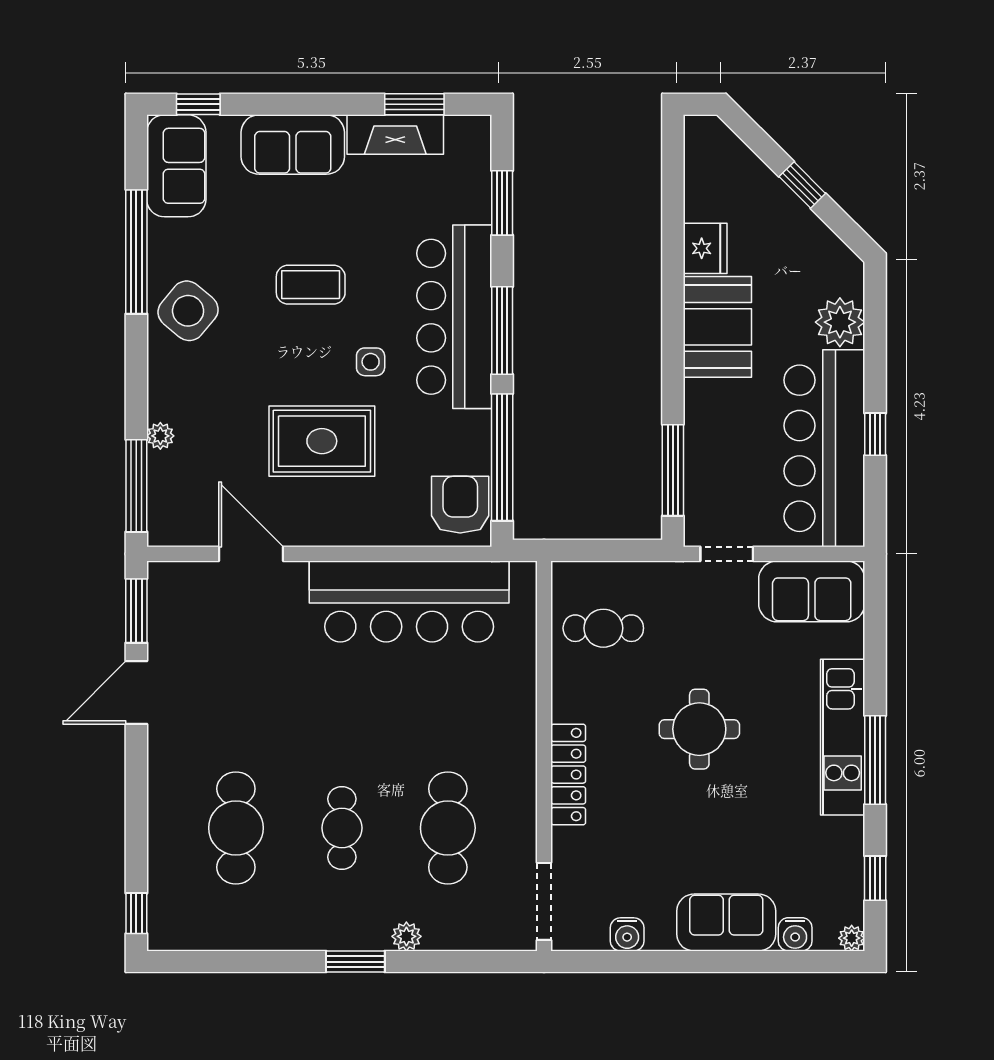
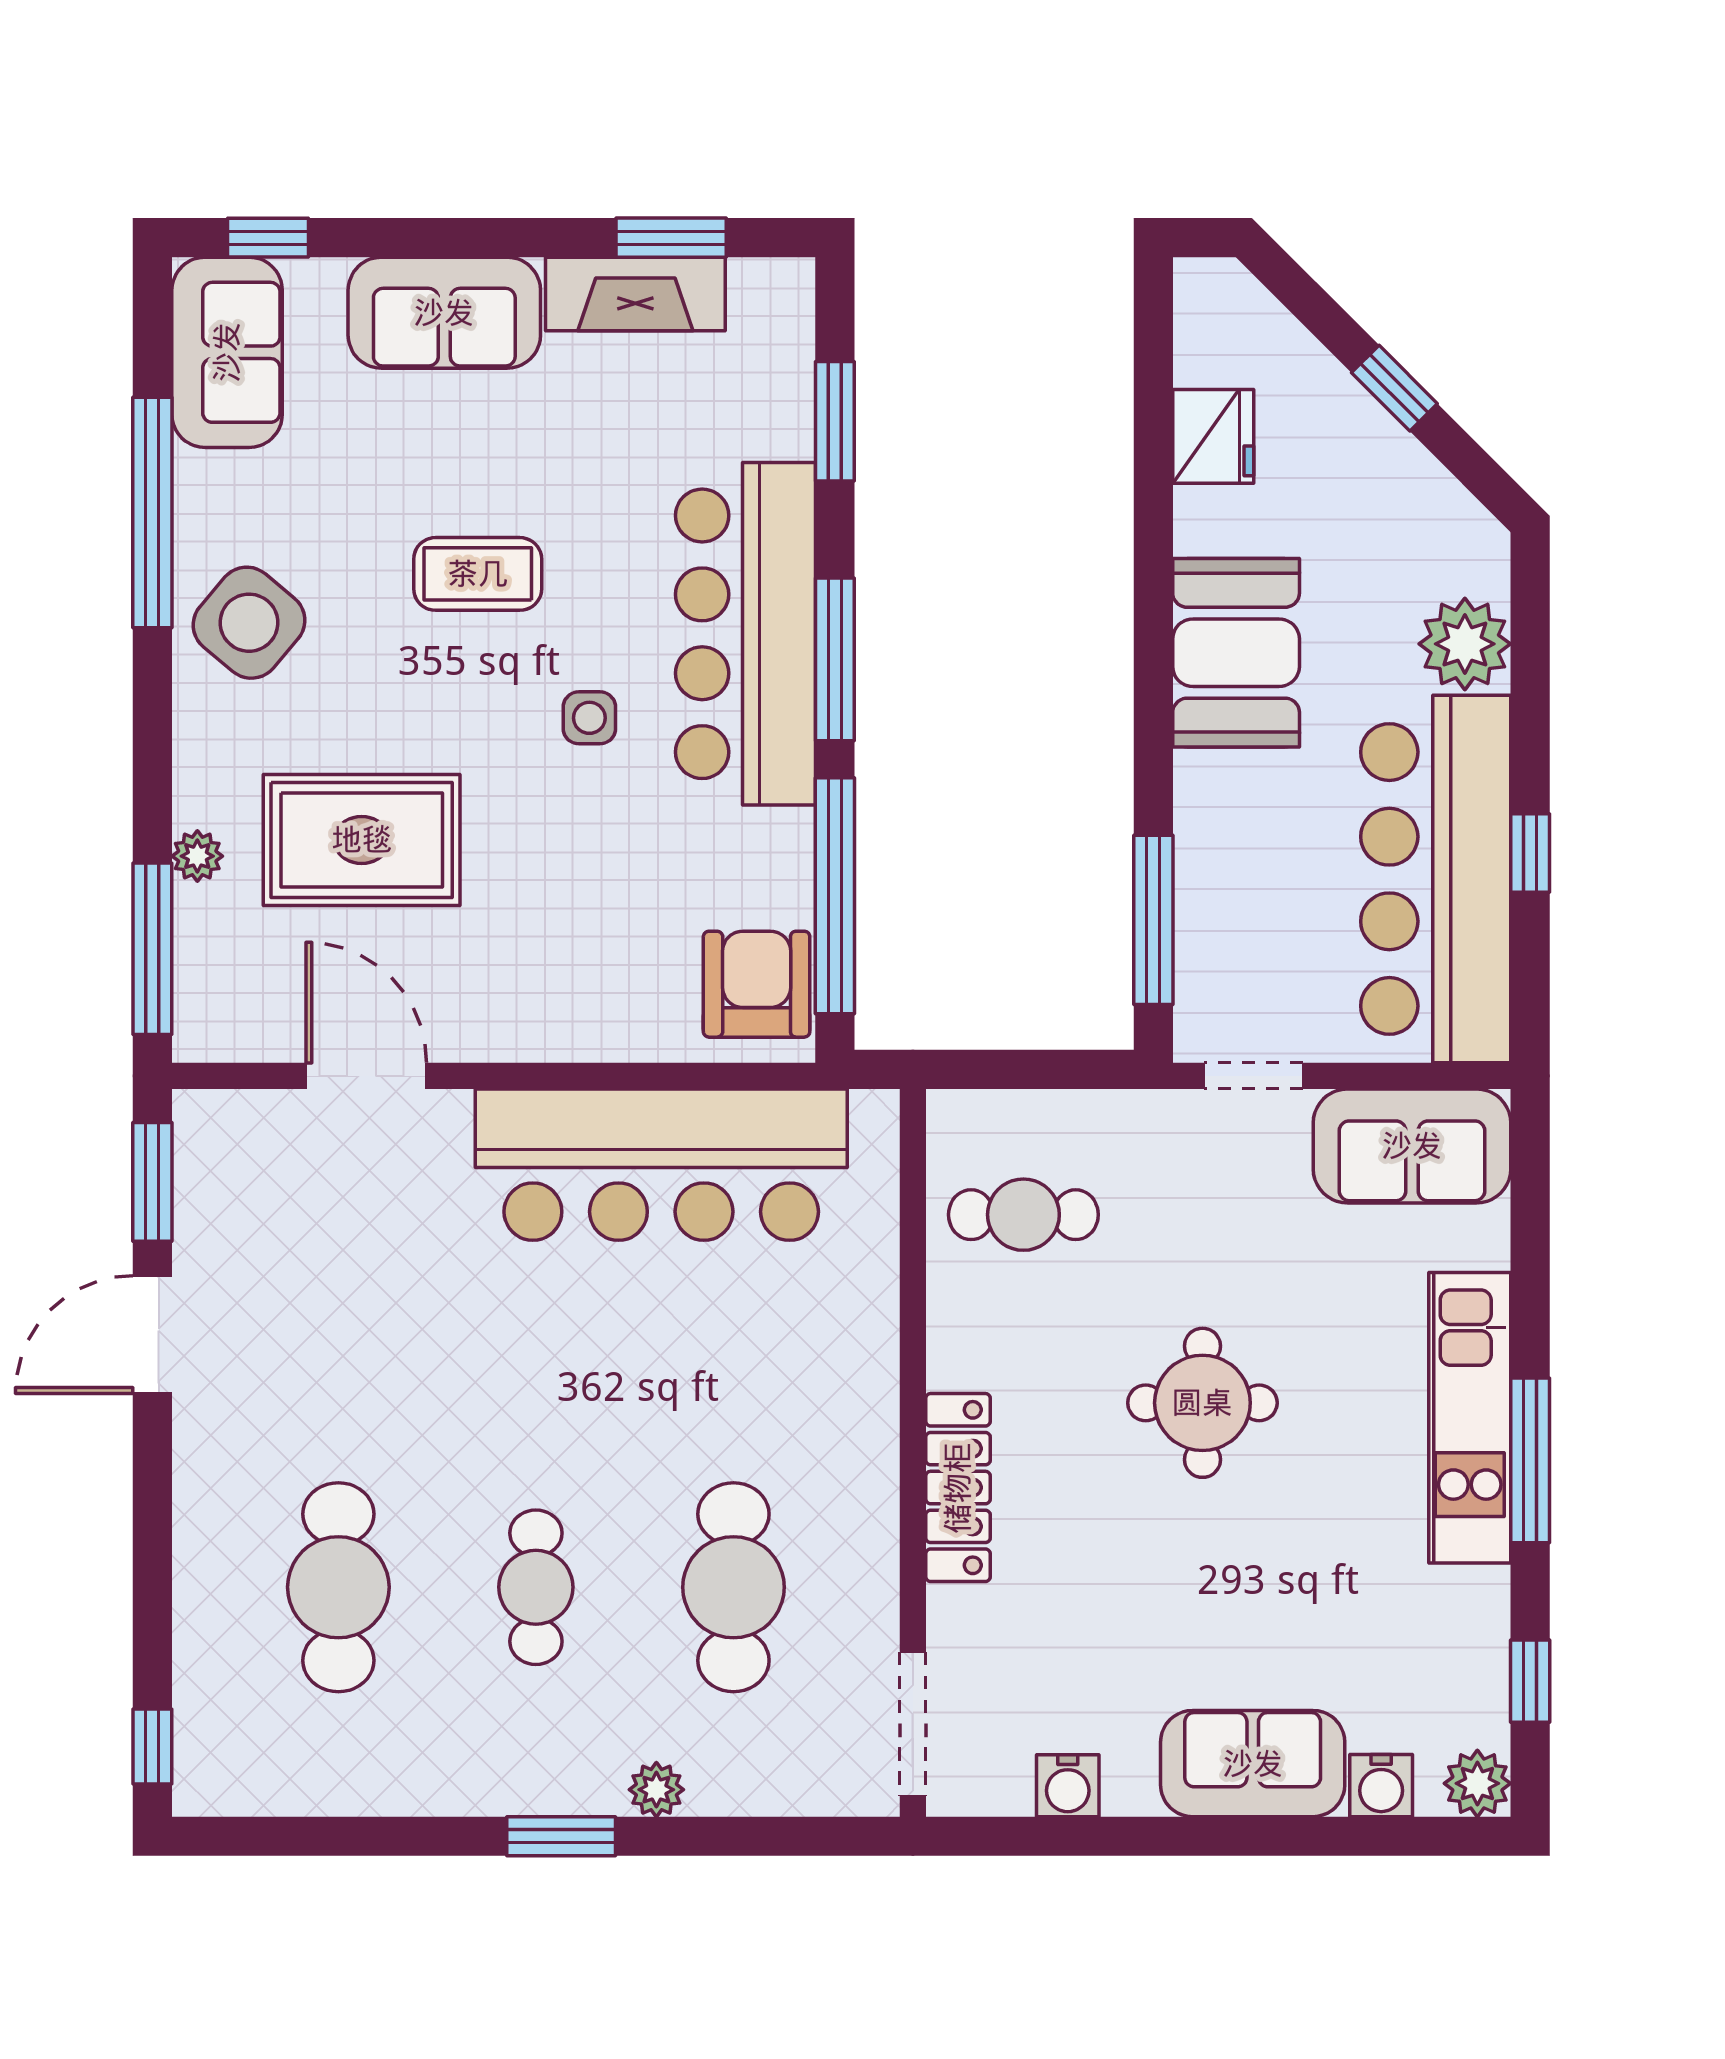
fridge: (705, 248) -> (1213, 436), moved
rug: (322, 441) -> (362, 840), moved
plant: (852, 938) -> (1477, 1783), width x1.38, depth x1.38

